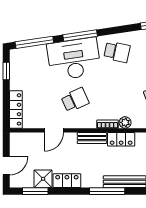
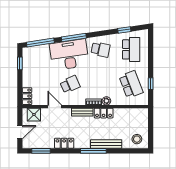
locker: (16, 109) -> (27, 96), width x0.66
door: (54, 130) -> (55, 107), swing flipped
shower: (43, 179) -> (34, 115), moved

